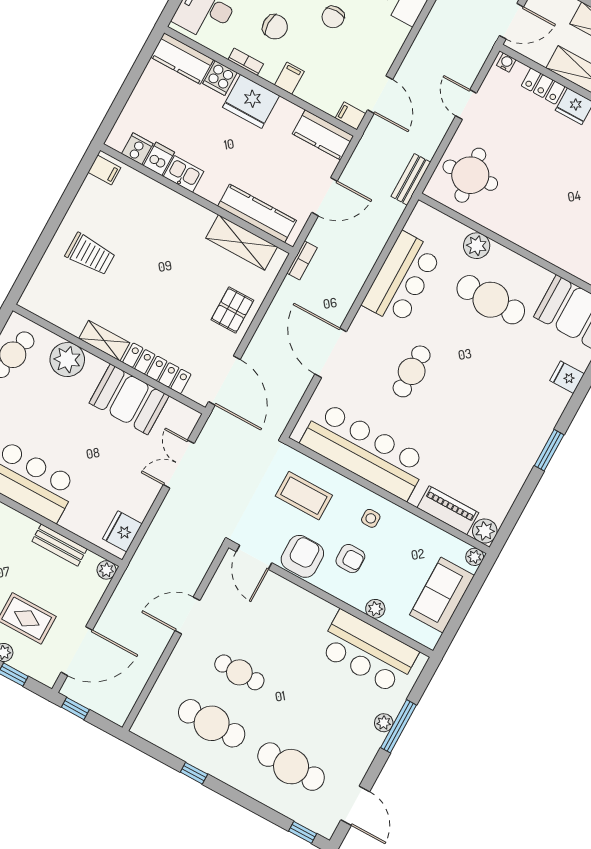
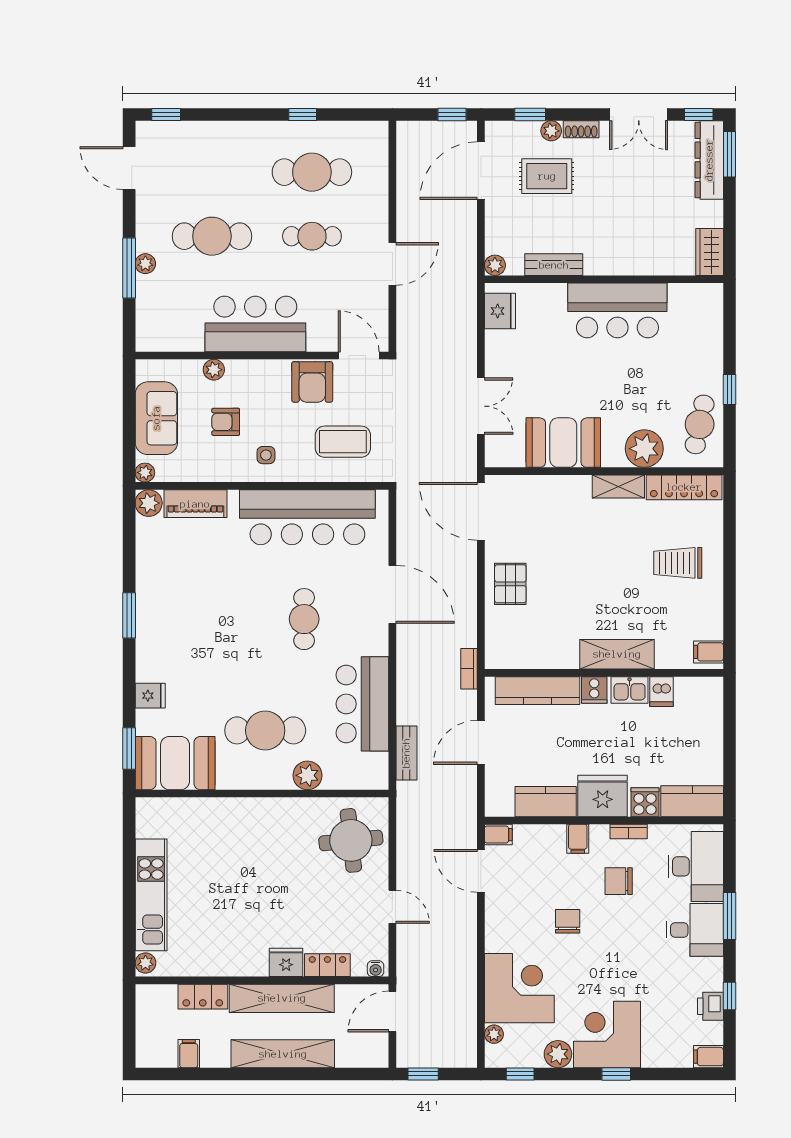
kitchen counter: (323, 135) -> (546, 802), moved
cooker: (137, 149) -> (594, 690), moved
bench: (411, 179) -> (406, 753), moved
shelving: (242, 242) -> (617, 654), moved
locker: (157, 368) -> (684, 487), moved
armchair: (350, 559) -> (226, 422), moved
bar counter: (368, 652) -> (255, 324), moved
cafe table: (291, 767) -> (212, 236), moved

